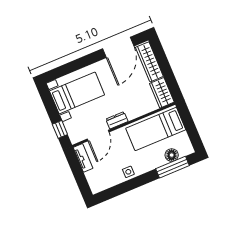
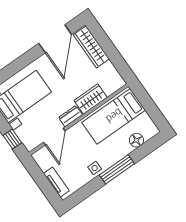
wardrobe: (162, 93) -> (91, 99), moved, turned 90
tv unit: (83, 158) -> (56, 182), moved
window: (173, 167) -> (117, 169), moved

